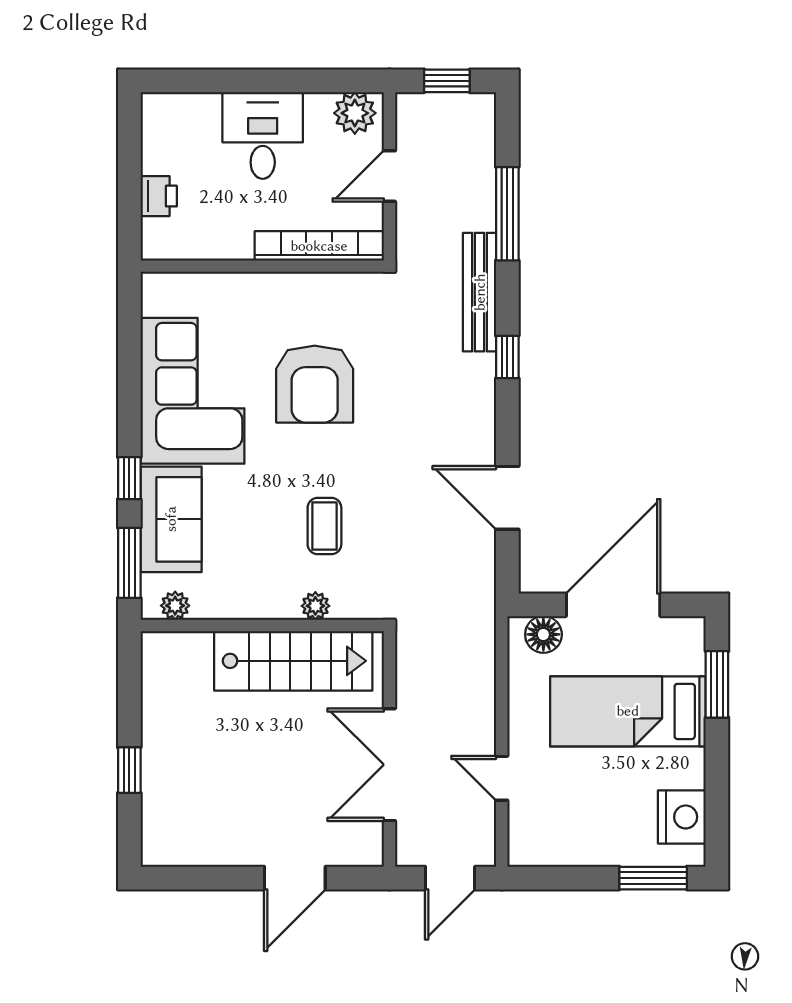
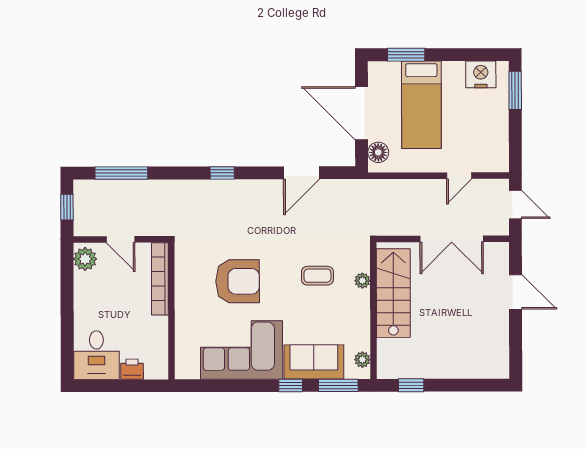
desk: (263, 135) -> (96, 355), moved, turned -90
window: (507, 214) -> (121, 173), moved
bench: (480, 292) -> (186, 189), removed
window: (129, 770) -> (411, 385), moved

